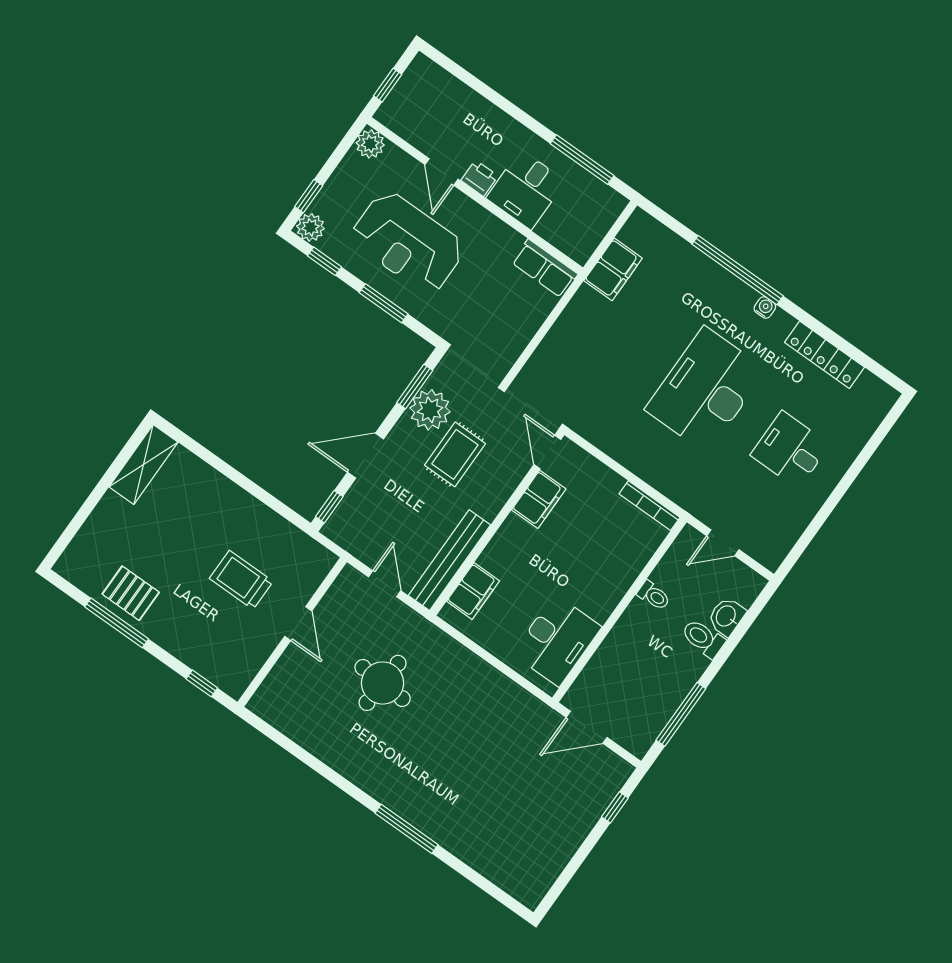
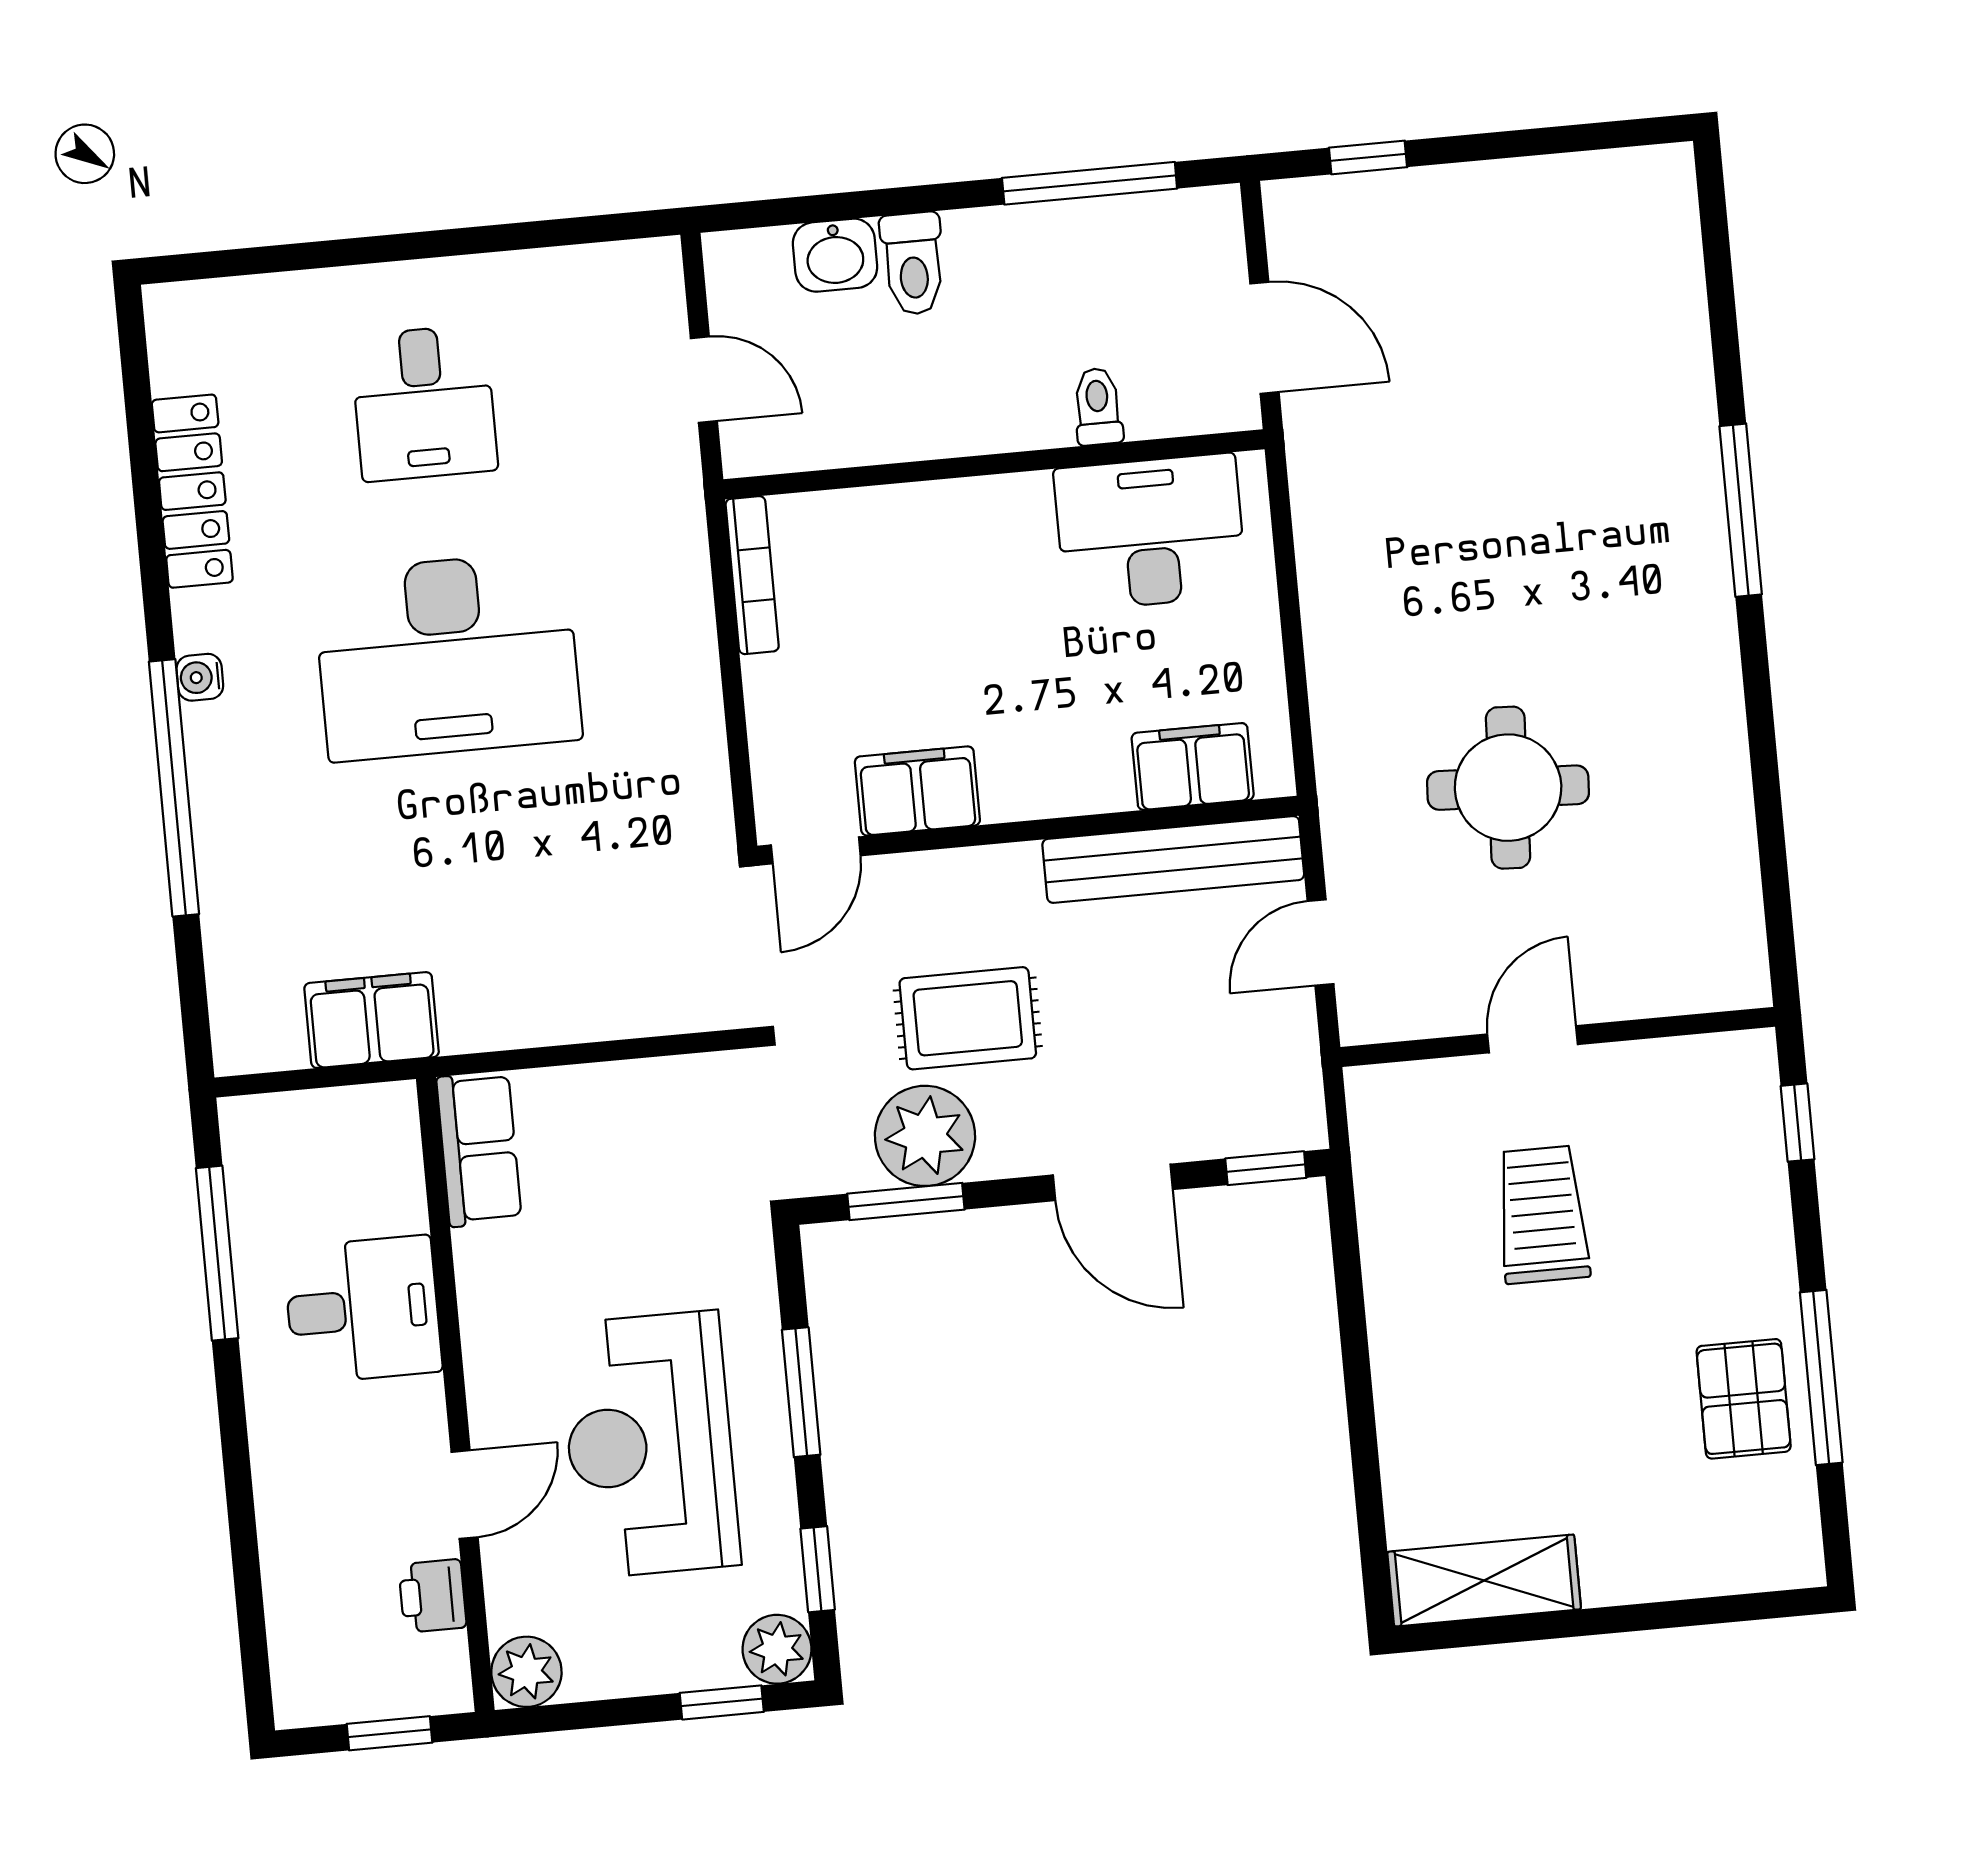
printer: (479, 178) -> (432, 1596), moved
reception desk: (408, 242) -> (649, 1445), turned 180
trolley: (241, 580) -> (1542, 1215), turned 180
toilet: (654, 595) -> (1098, 407), moved

